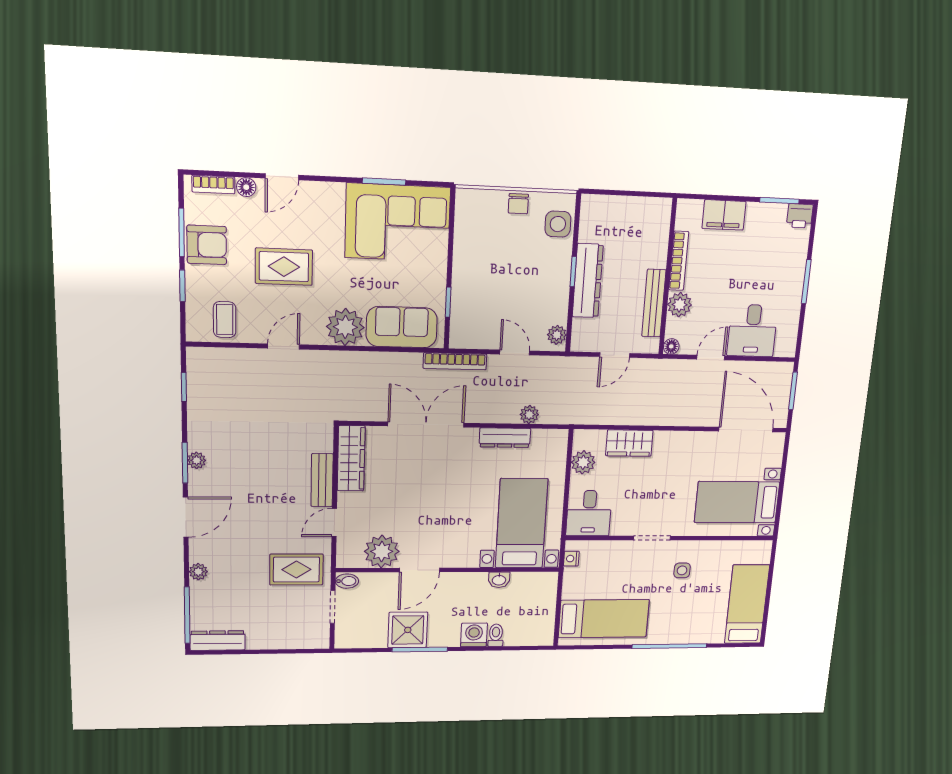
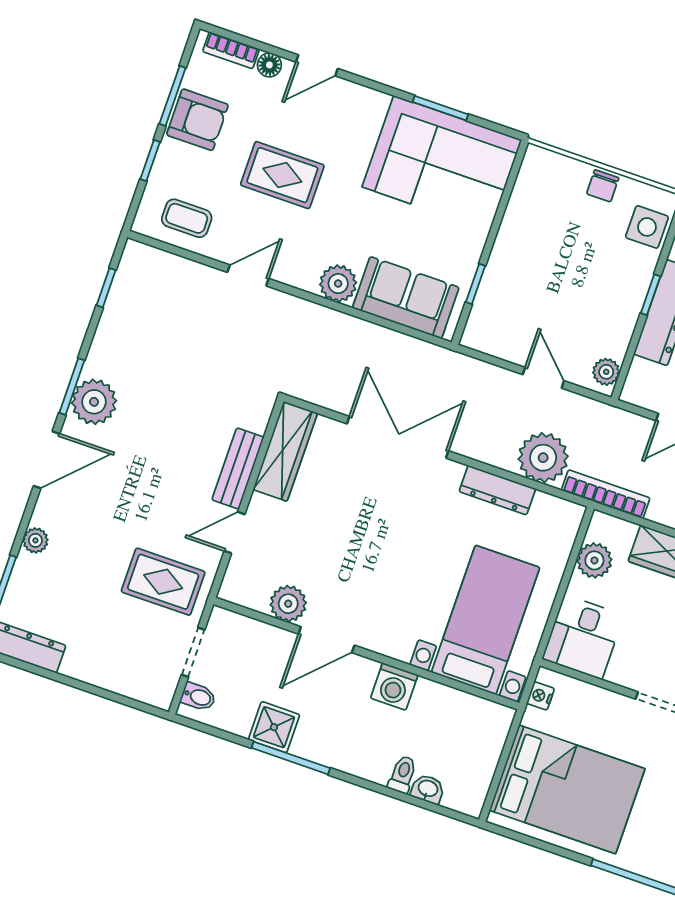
coffee table: (225, 320) -> (187, 218), turned 90
plant: (345, 327) -> (338, 284), width x0.73, depth x0.73
bookcase: (455, 361) -> (606, 494), moved, turned 180
plant: (529, 415) -> (543, 458), width x1.88, depth x1.88
plant: (197, 460) -> (94, 402), width x1.88, depth x1.88
plant: (382, 551) -> (288, 604), width x0.73, depth x0.73
washbasin: (499, 580) -> (428, 789), moved, turned 180
bidet: (347, 581) -> (198, 697), moved
bed: (604, 619) -> (567, 789), width x1.50
shower: (408, 630) -> (274, 727), width x0.73, depth x0.73
washing machine: (474, 635) -> (394, 686), moved, turned 180

